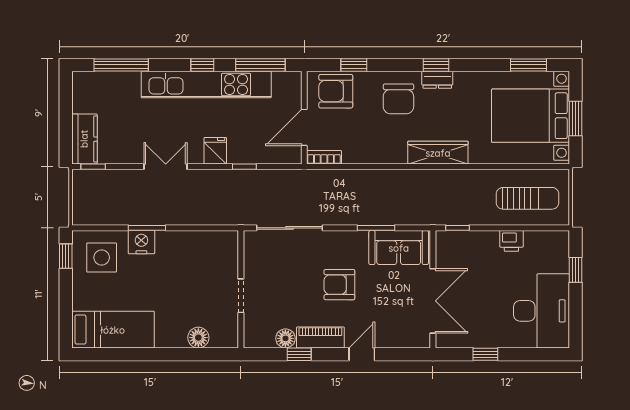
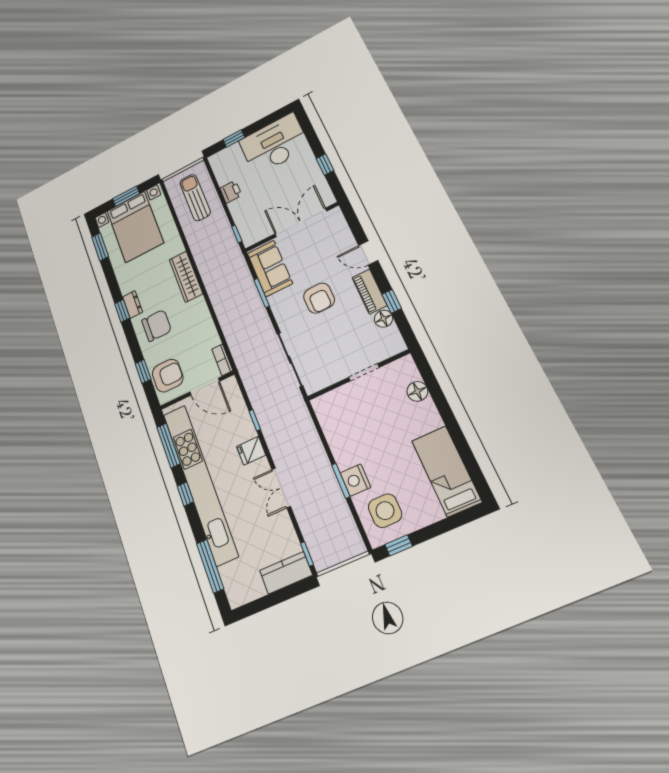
kitchen unit: (206, 85) -> (200, 483), width x1.36
armchair: (336, 91) -> (168, 376), turned -90

